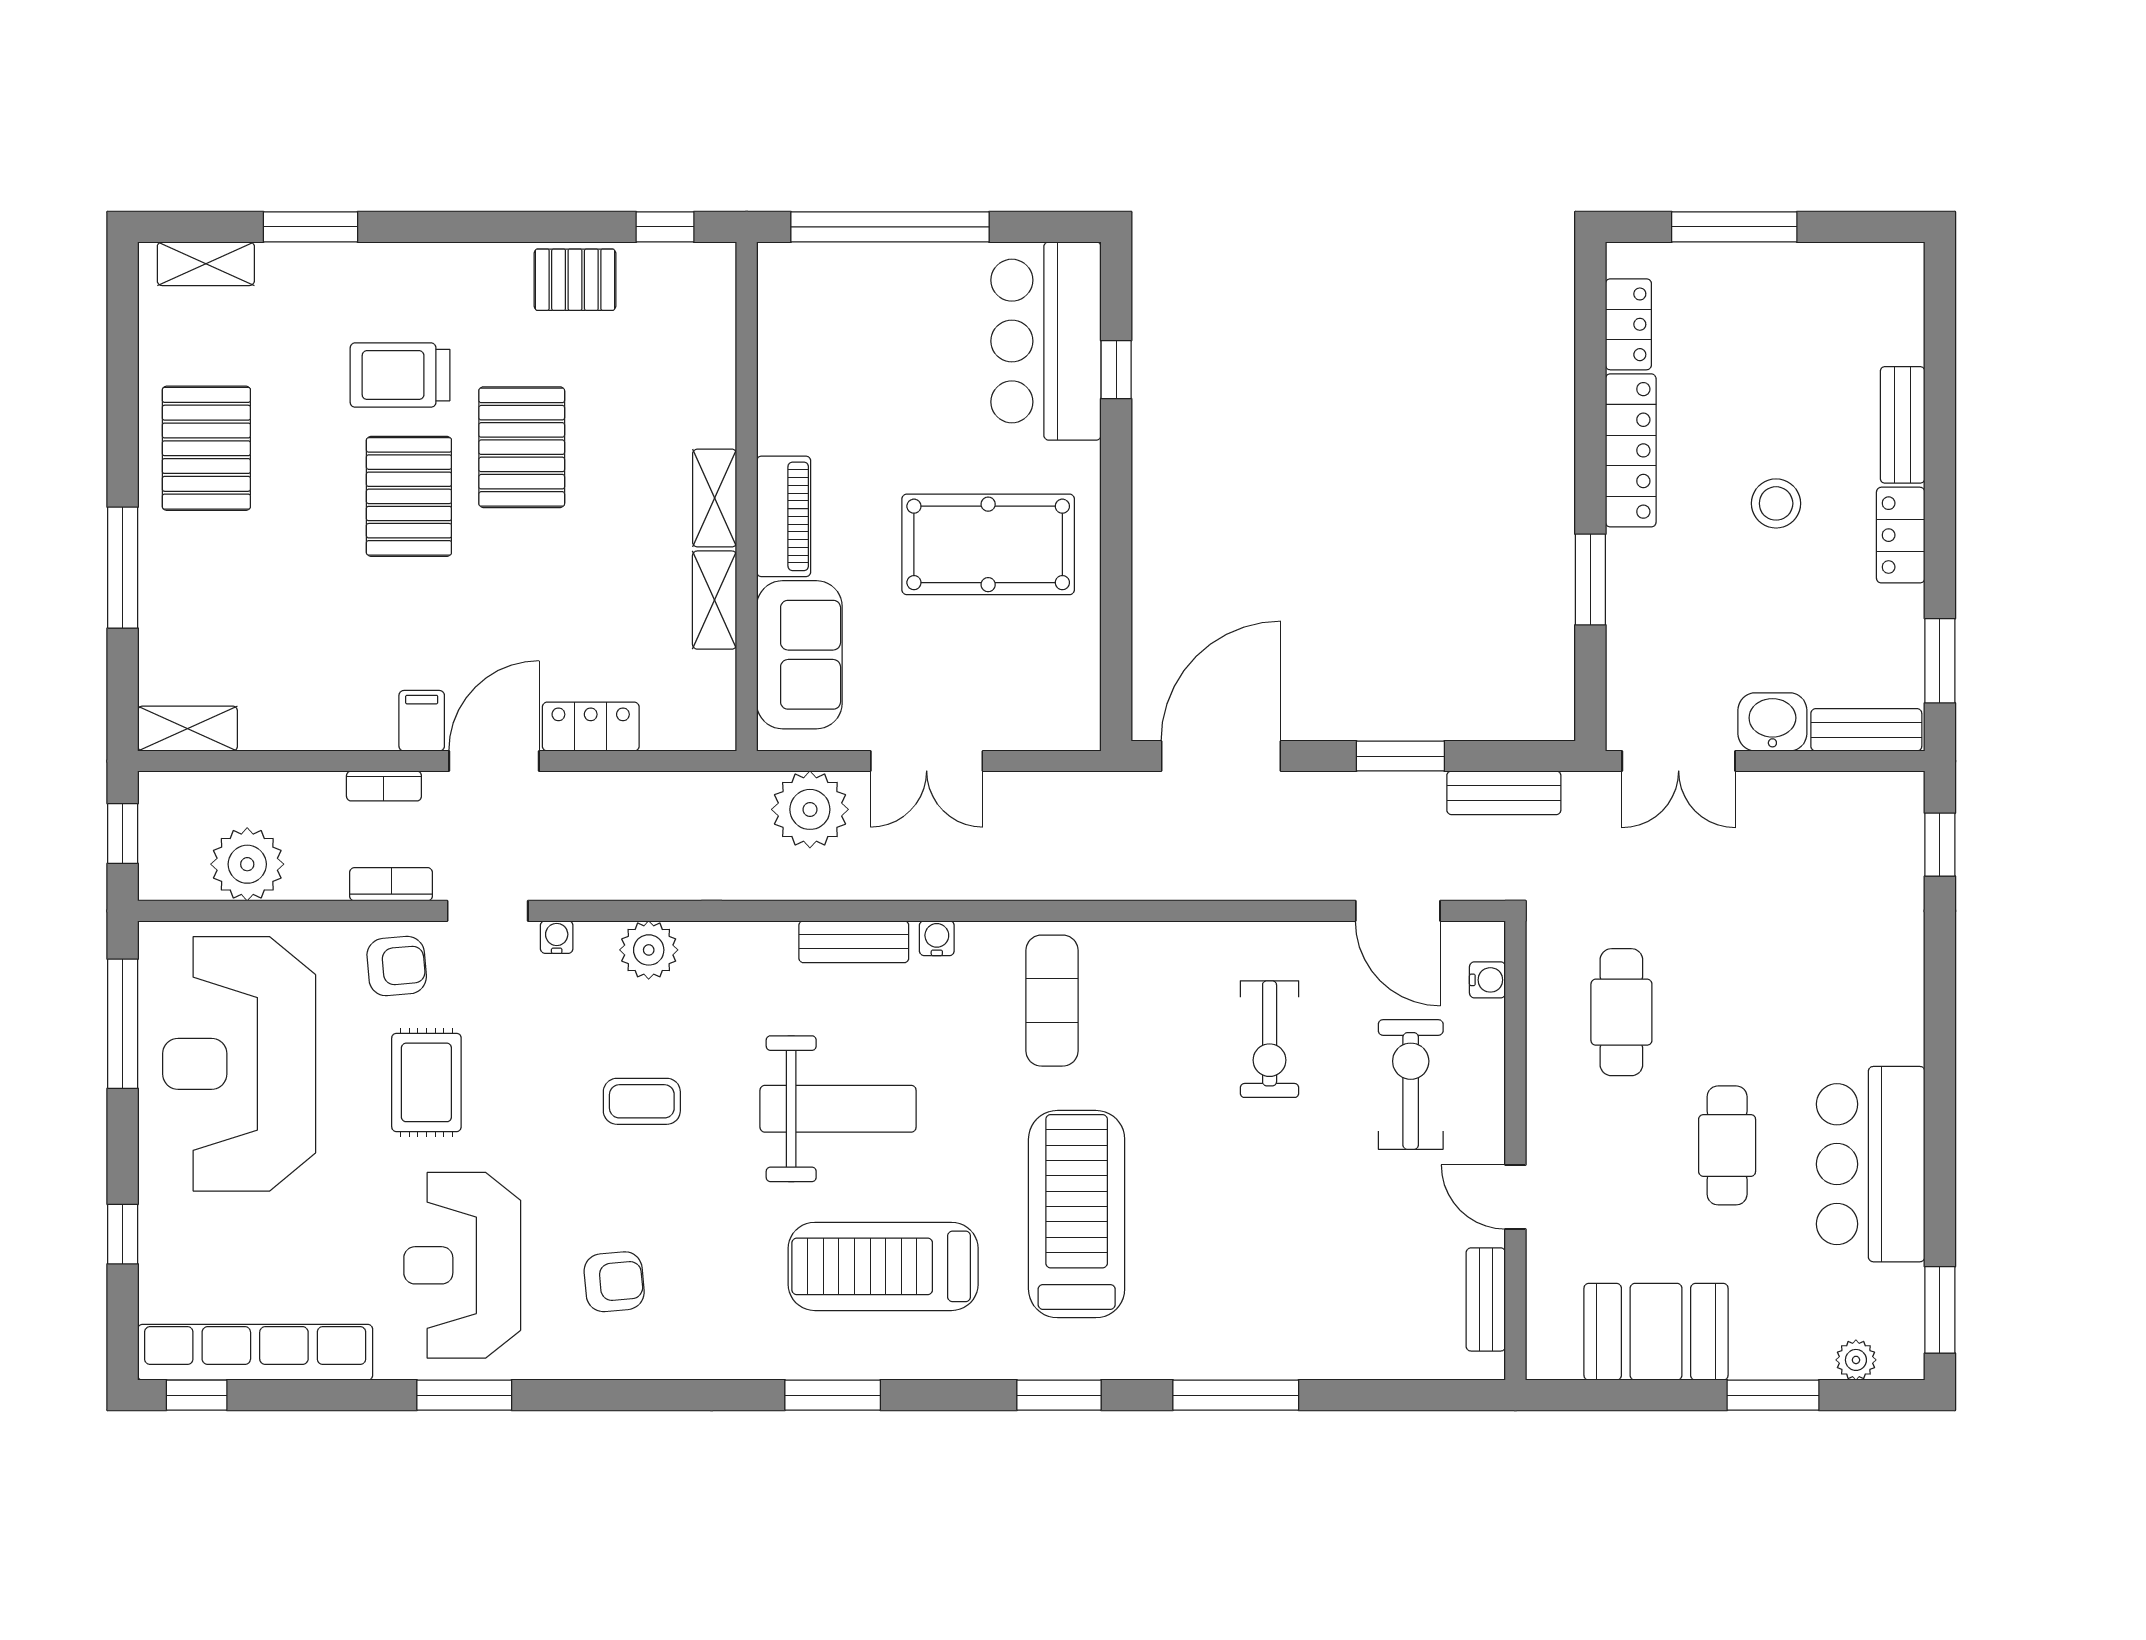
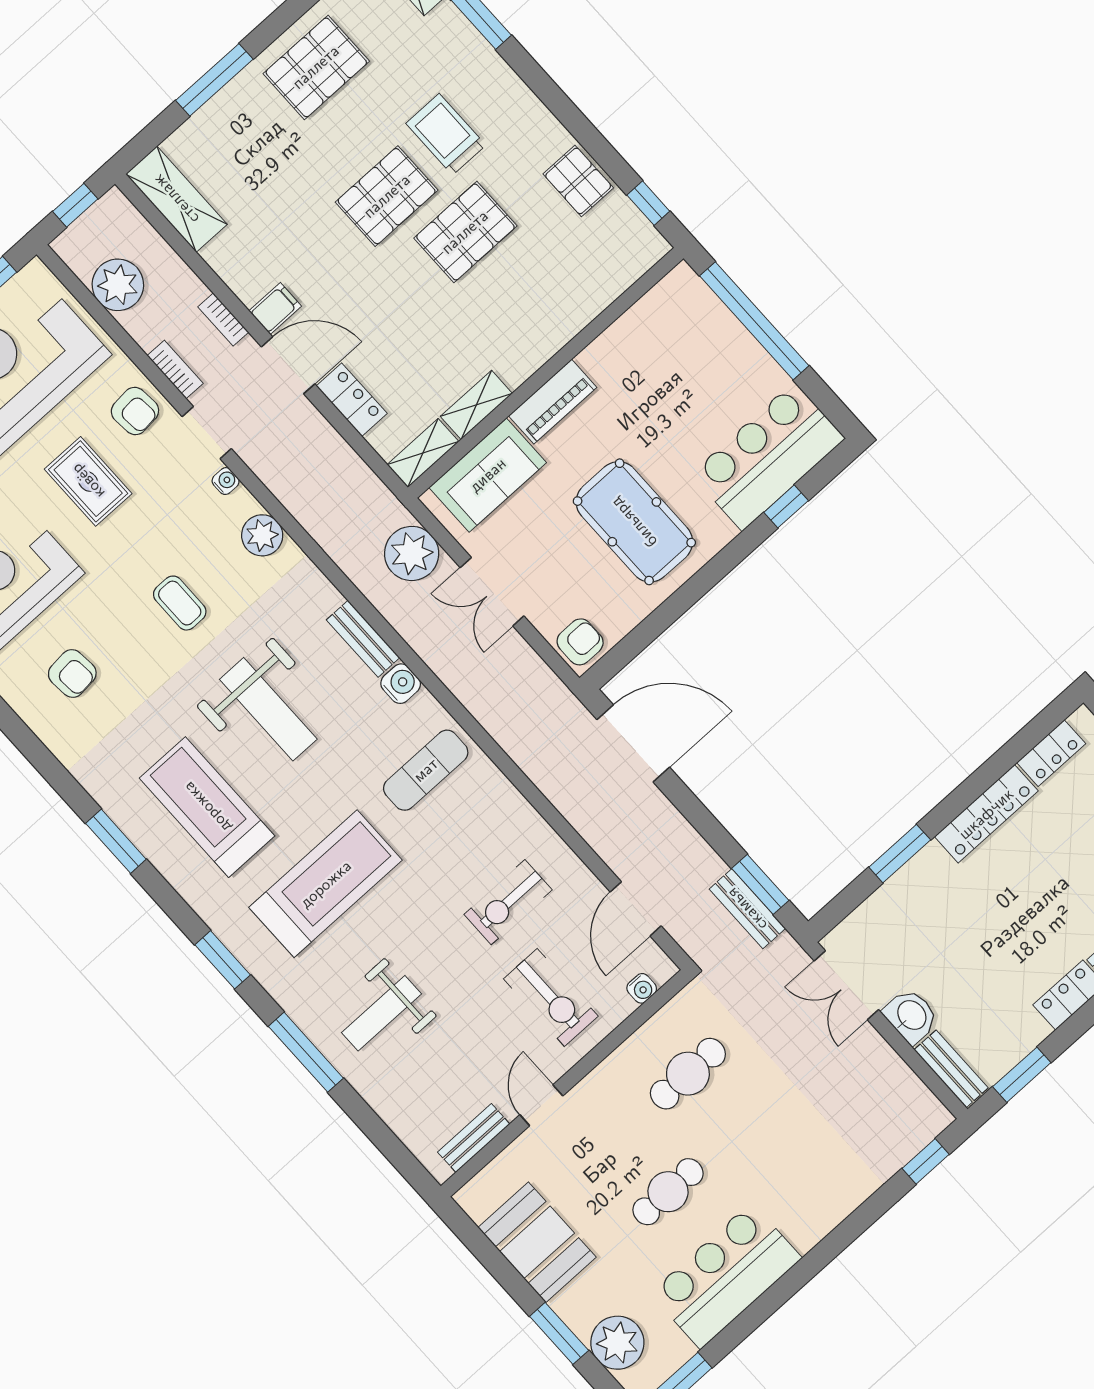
shelving: (715, 498) -> (423, 453), moved
stool: (1776, 503) -> (1027, 915), removed
armchair: (1063, 716) -> (580, 642), added
shelving: (188, 729) -> (176, 199), width x1.50, depth x1.33
window: (1400, 756) -> (760, 884), moved
water cooler: (937, 938) -> (401, 684), width x1.38, depth x1.38
rug: (426, 1082) -> (88, 481), turned 90
exercise bike: (1411, 1085) -> (551, 997), turned 90
weight bench: (1266, 1278) -> (381, 1013), added
plant: (1856, 1360) -> (617, 1343), width x1.87, depth x1.87

